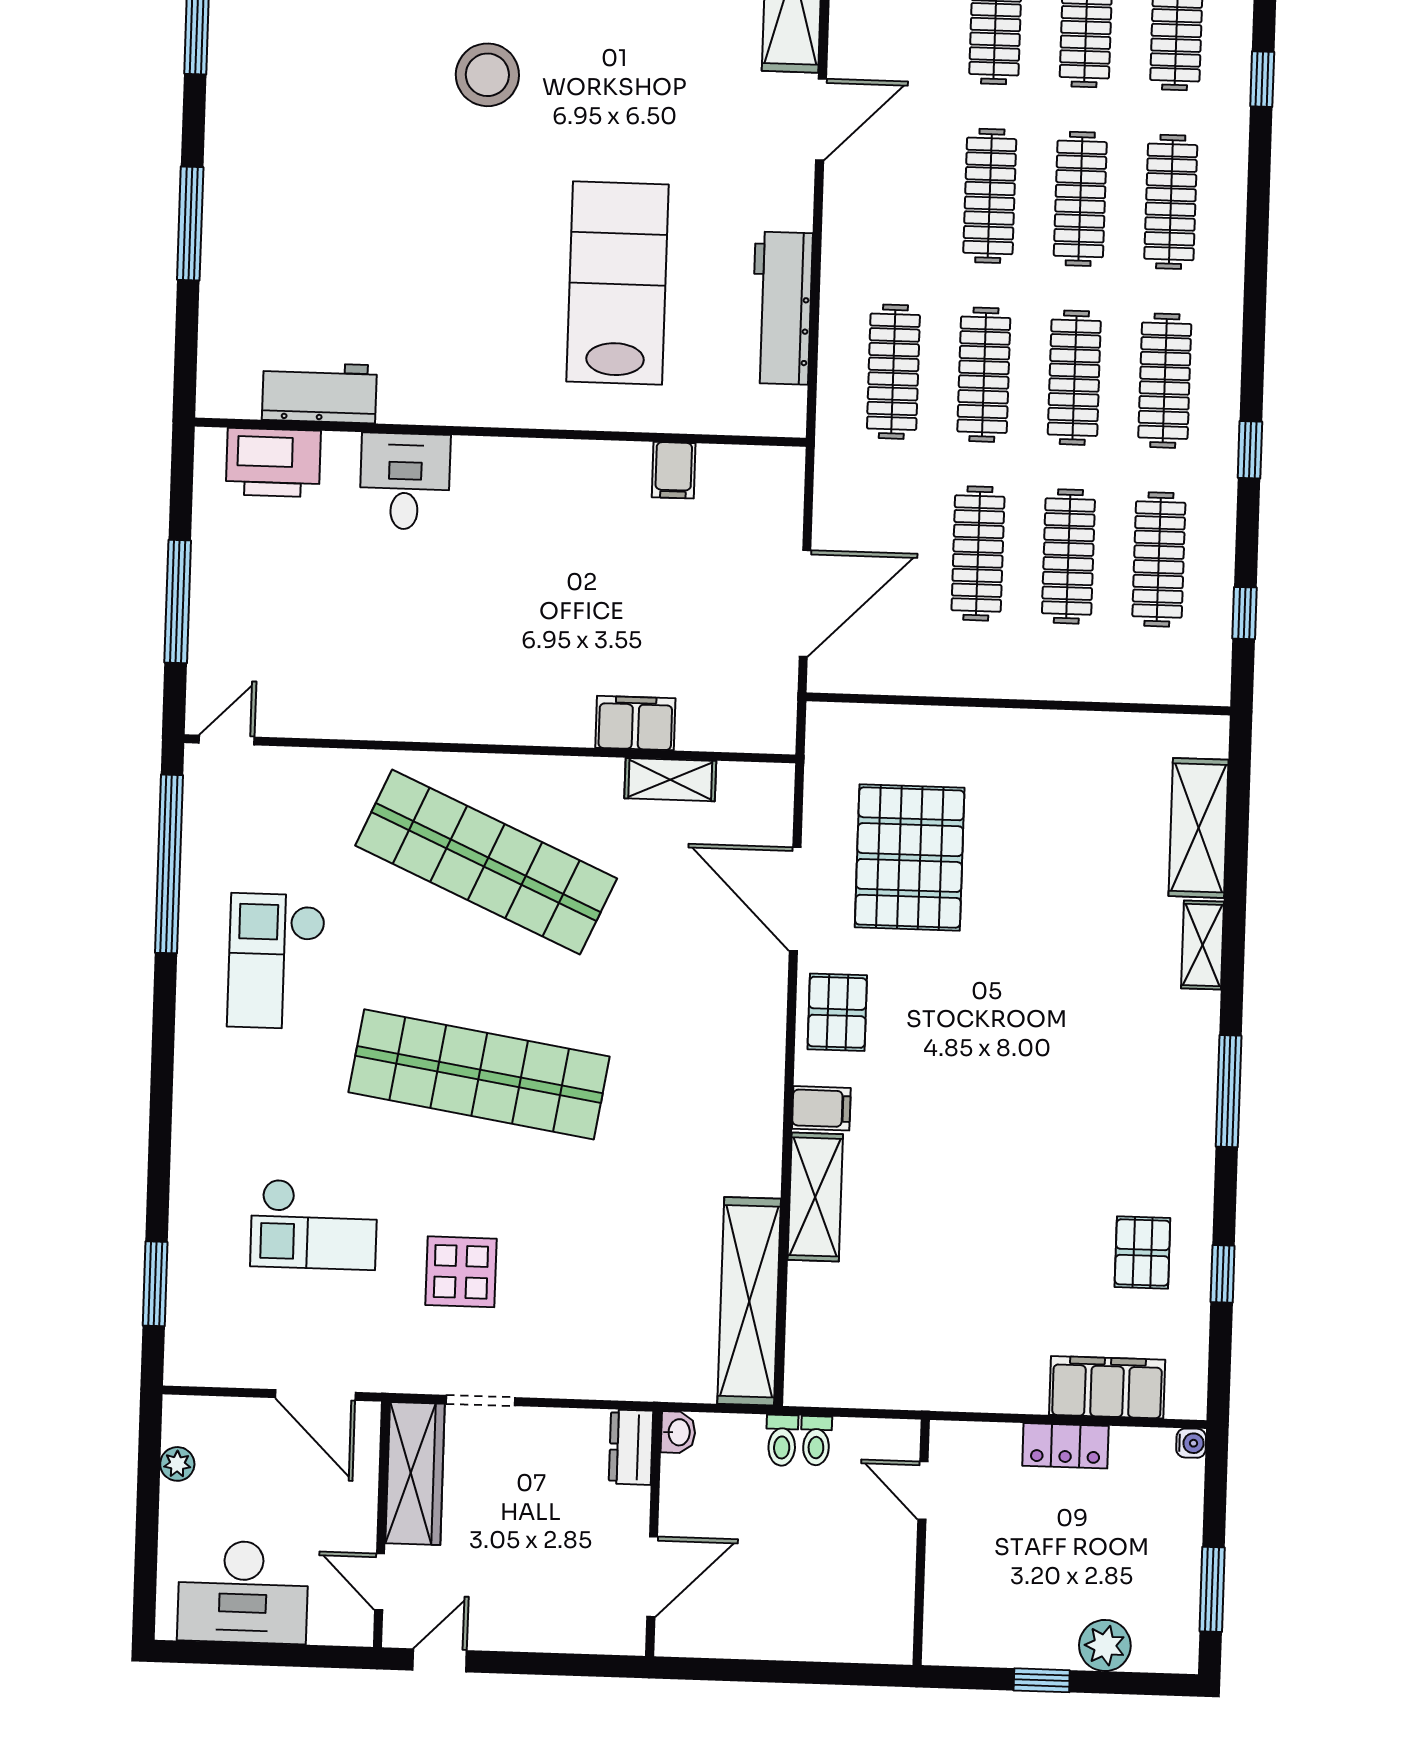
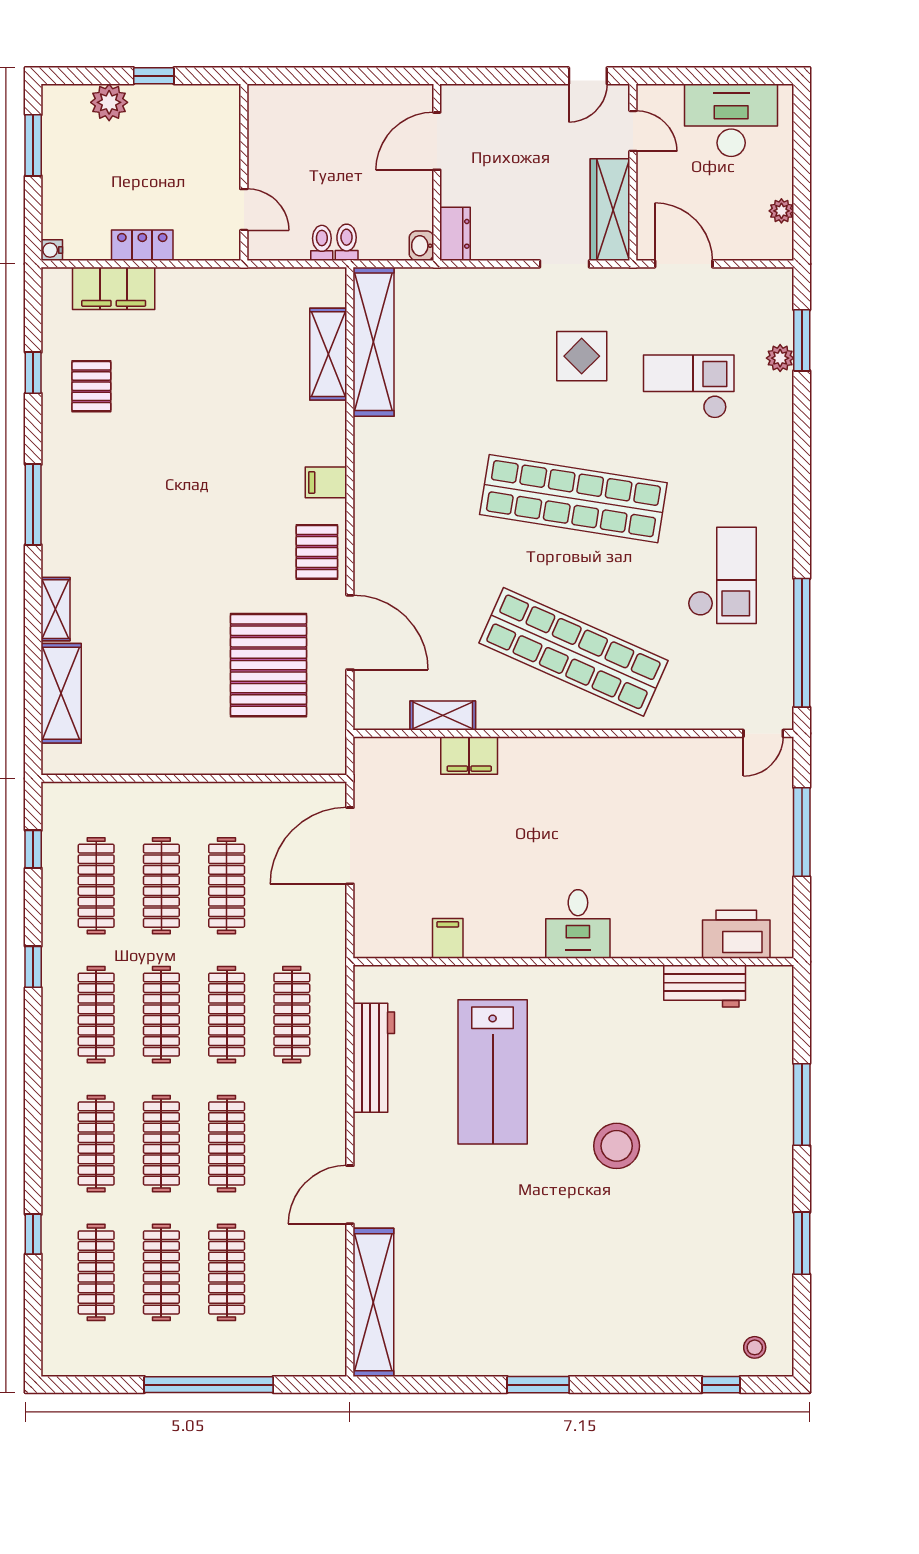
stool: (487, 75) -> (617, 1146), moved
desk: (405, 481) -> (578, 924), moved
shelving: (815, 1197) -> (328, 354), moved
plant: (186, 1260) -> (780, 358), added

